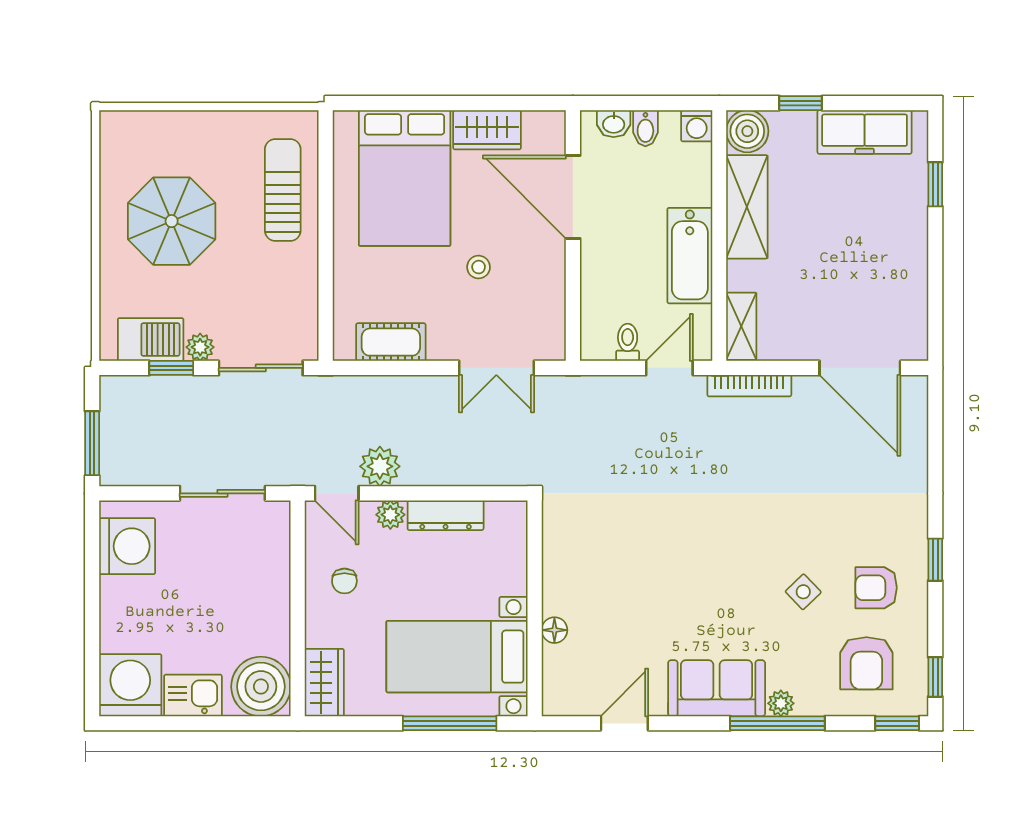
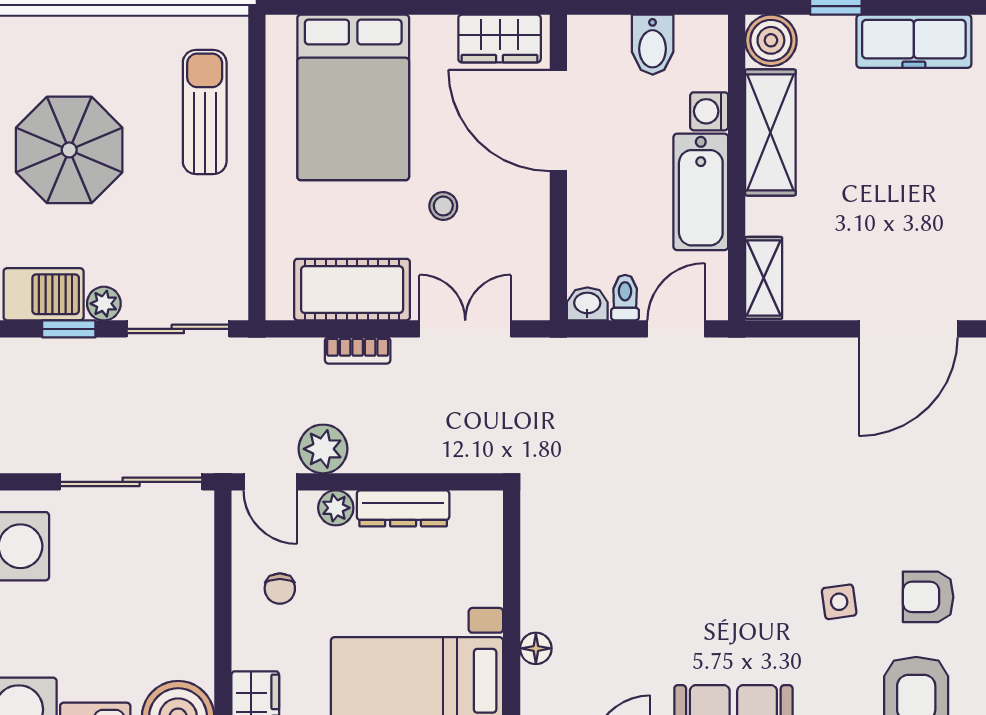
washbasin: (614, 124) -> (587, 304), moved, turned 180
washing machine: (697, 126) -> (709, 111), moved, turned 90
bidet: (645, 128) -> (653, 45), width x1.38, depth x1.36
wardrobe: (487, 130) -> (500, 39), moved
cot: (391, 342) -> (352, 290), width x1.37, depth x1.34
double door: (496, 368) -> (465, 329), swing flipped
door: (860, 368) -> (908, 329), hinge flipped
bookcase: (749, 386) -> (358, 350), moved, width x0.64
sliding door: (222, 493) -> (131, 482), width x1.37
side table: (803, 592) -> (839, 602), turned 36

